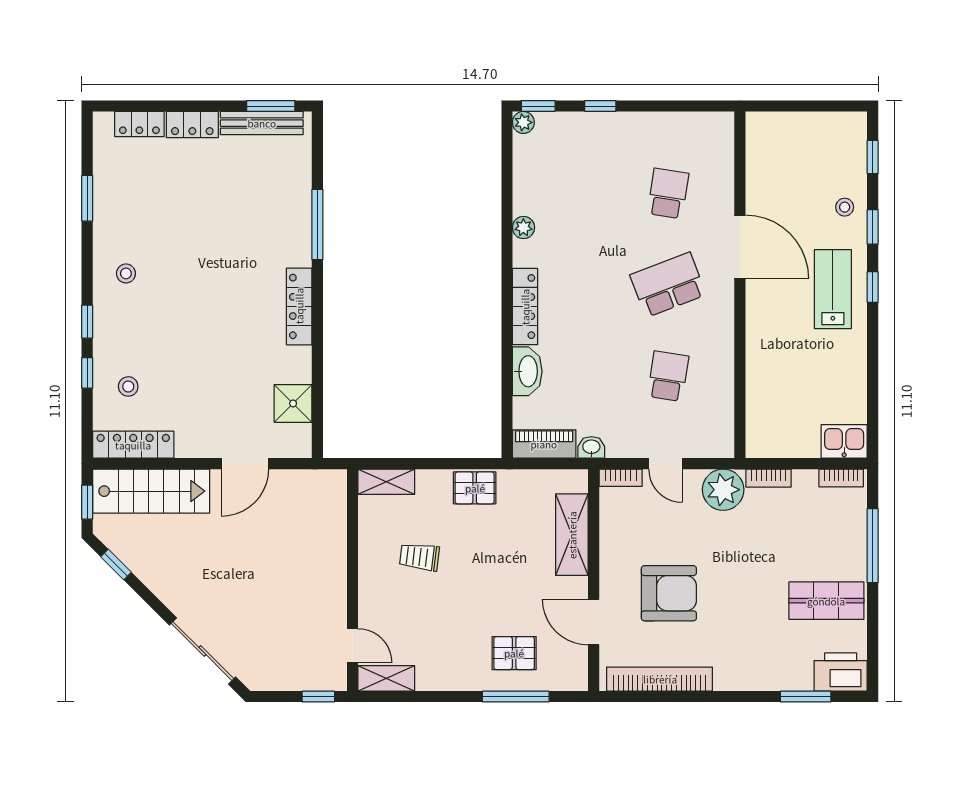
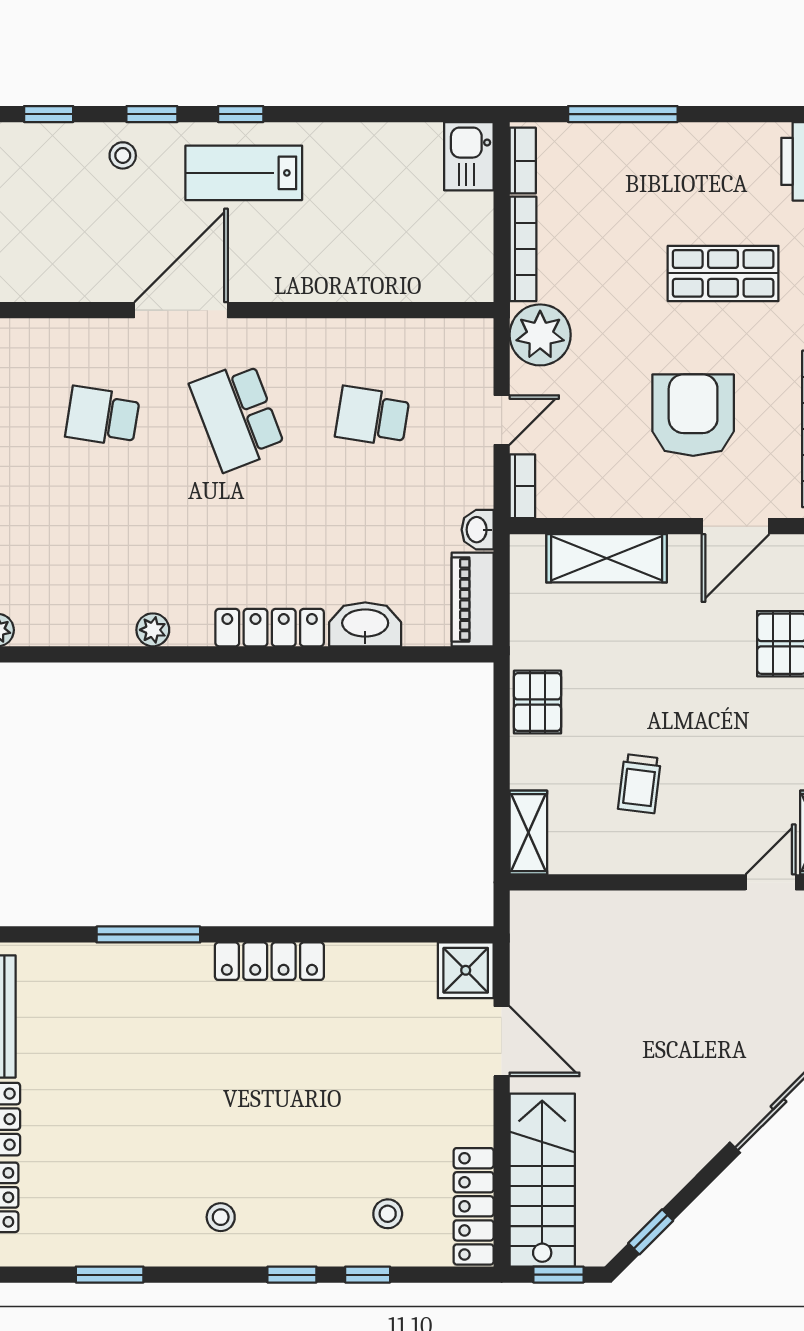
shower: (293, 403) -> (466, 970), moved
bookcase: (769, 478) -> (523, 249), width x1.56
shop shelf: (826, 601) -> (723, 273), moved, turned 90

